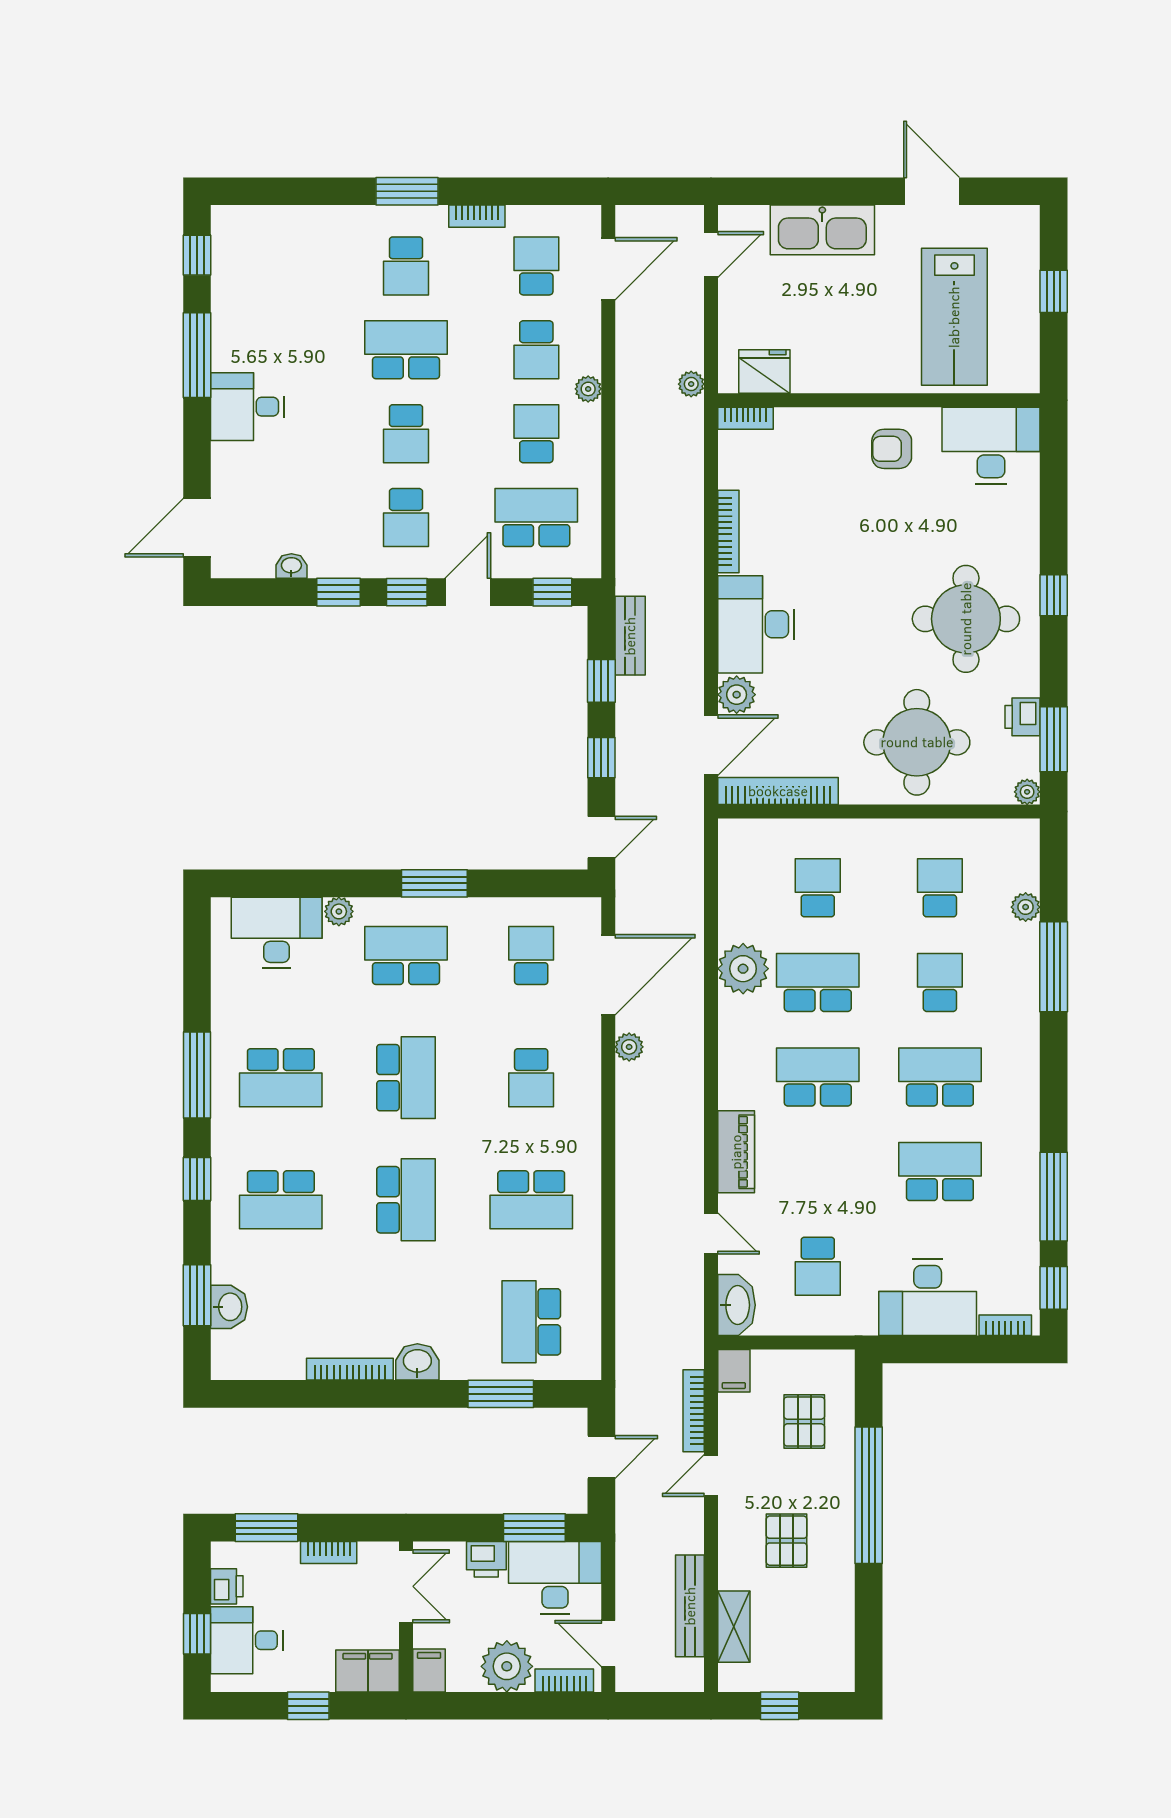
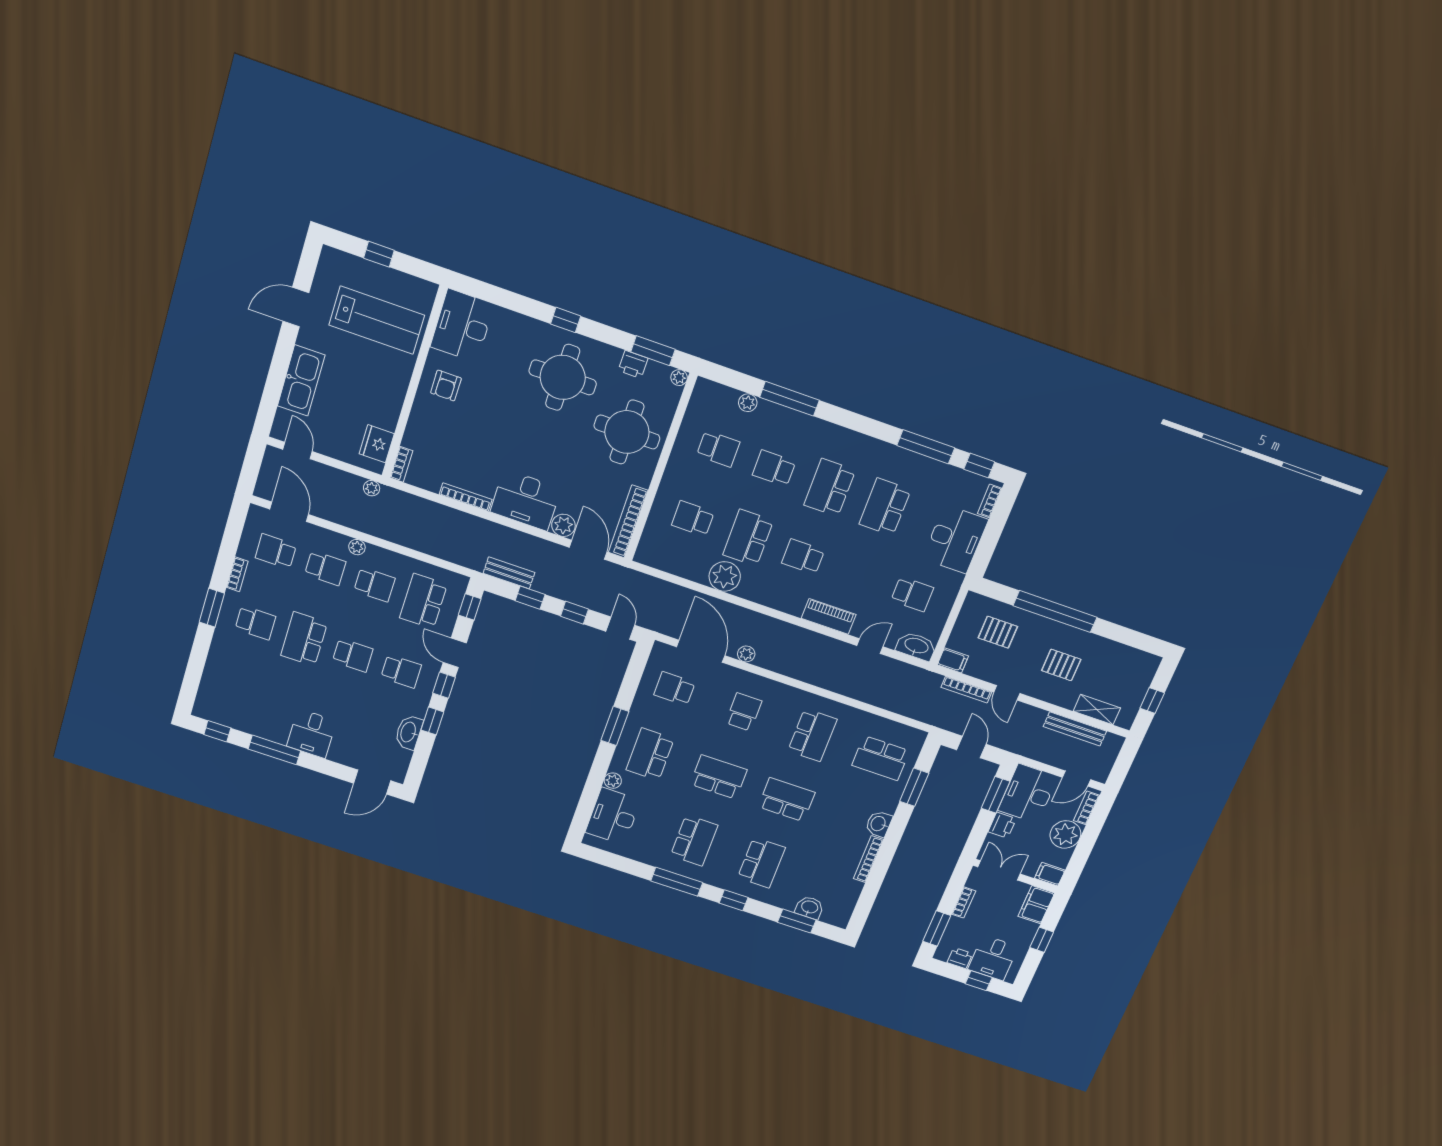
school desk: (536, 434) -> (374, 585), turned 180
door: (197, 528) -> (372, 782), hinge flipped
washbasin: (291, 566) -> (409, 732), width x1.91, depth x1.45
school desk: (940, 888) -> (718, 449), turned 180
school desk: (818, 1077) -> (803, 557), width x0.54
school desk: (531, 1078) -> (744, 712), turned -90

